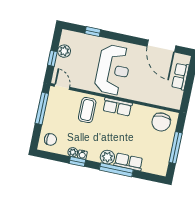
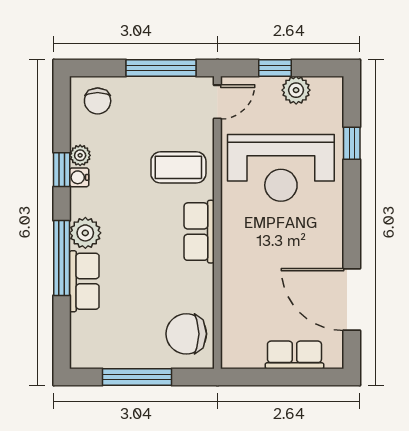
door: (161, 46) -> (352, 300), hinge flipped
reception desk: (113, 70) -> (281, 168), moved

